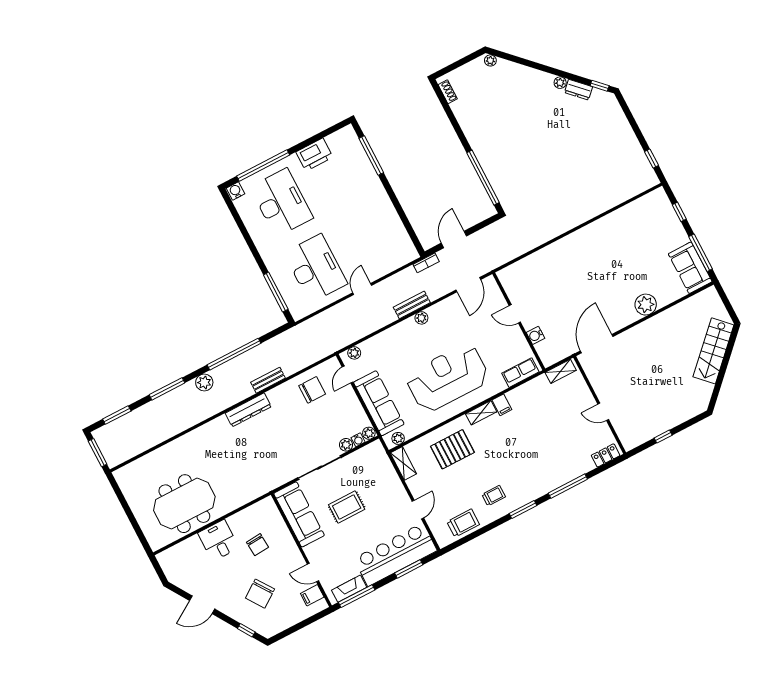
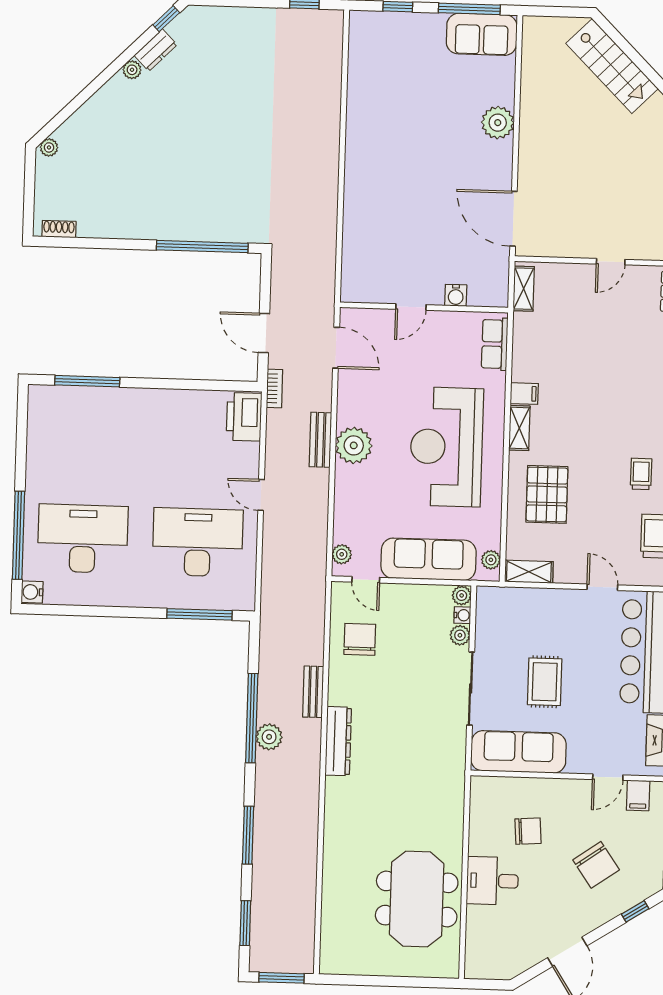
printer: (314, 155) -> (244, 417), moved, turned 180
plant: (421, 318) -> (354, 445), width x1.87, depth x1.87
plant: (204, 382) -> (269, 737), moved

